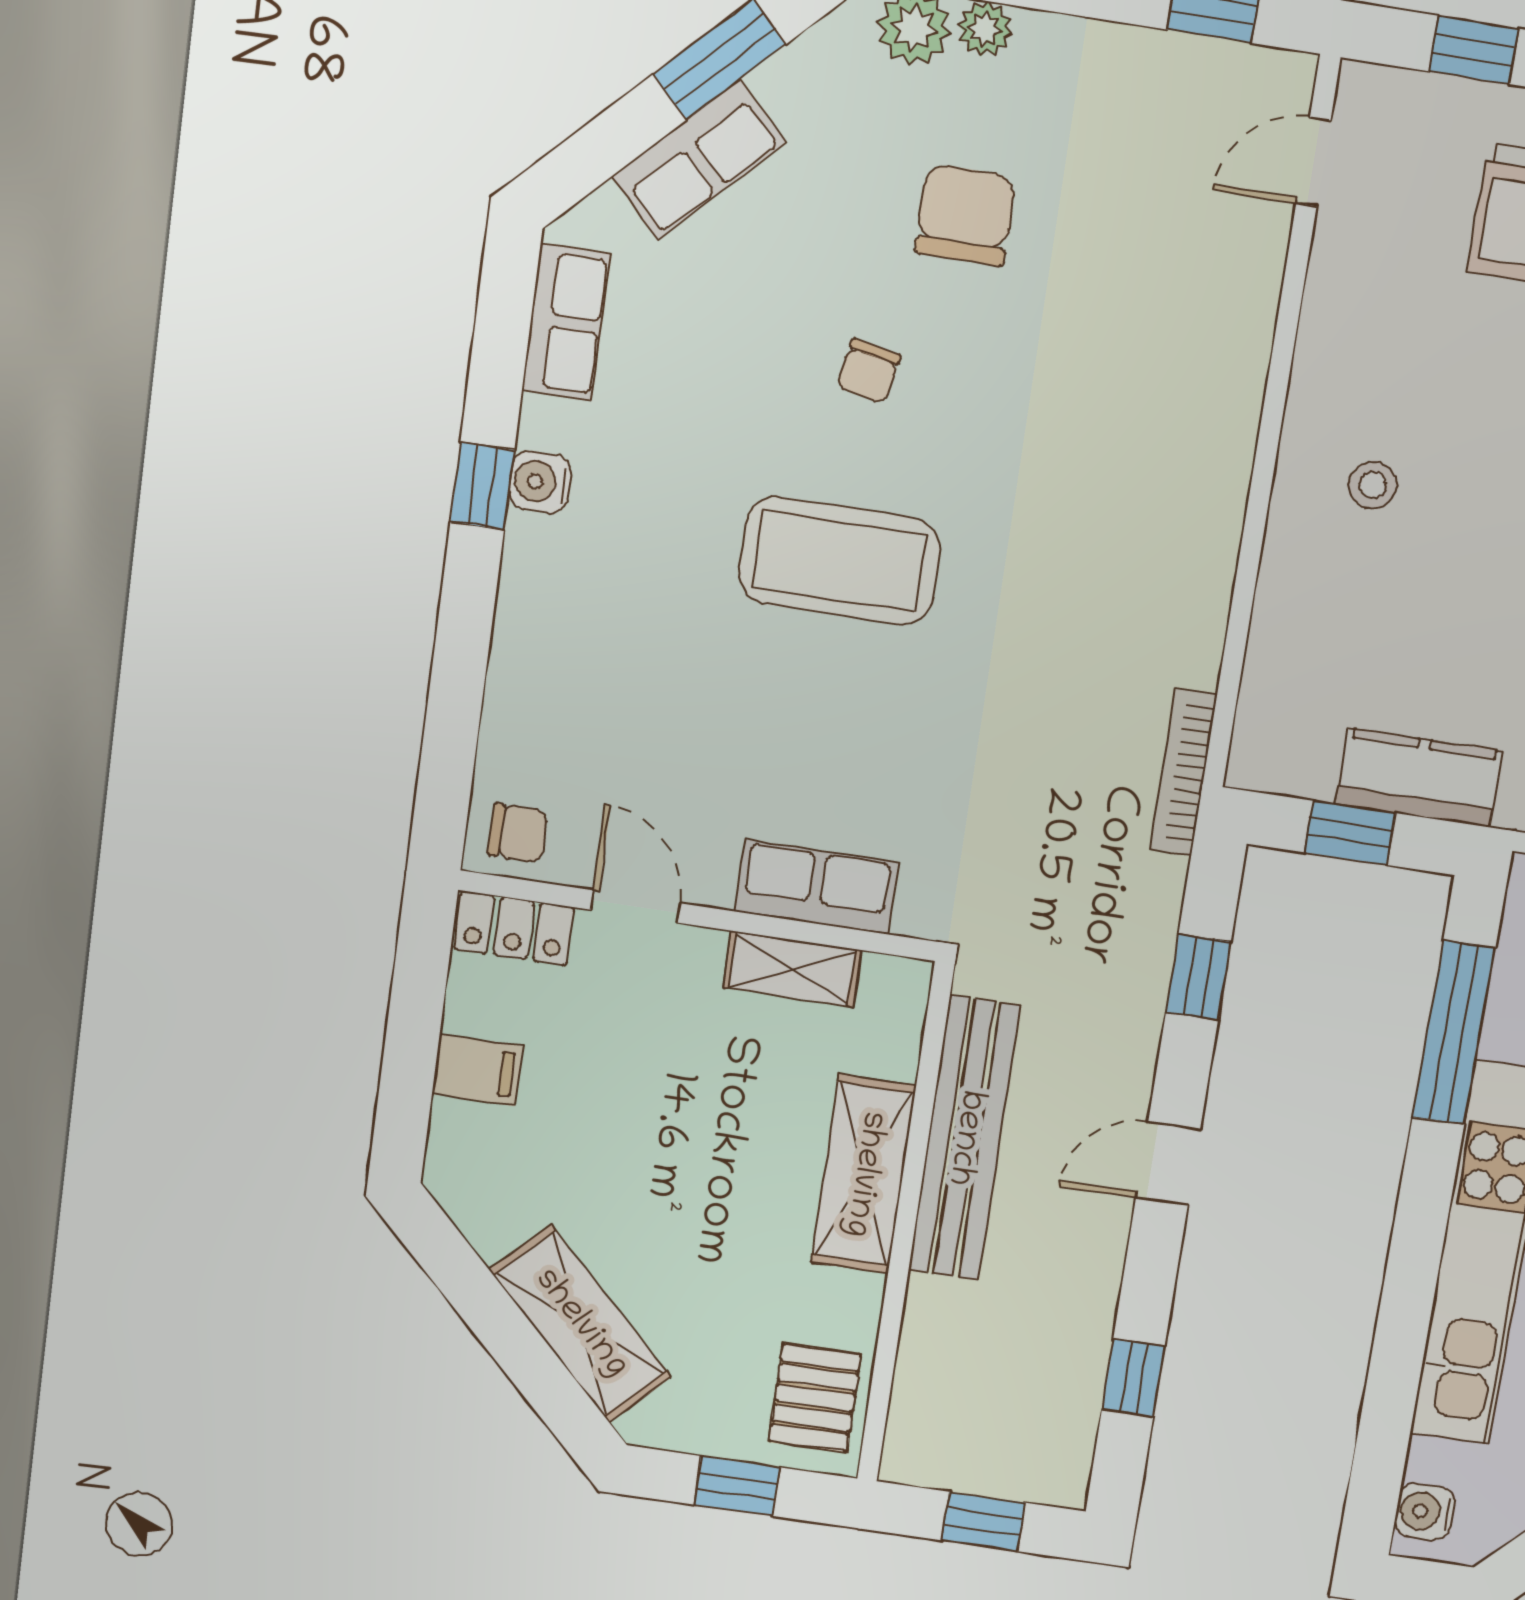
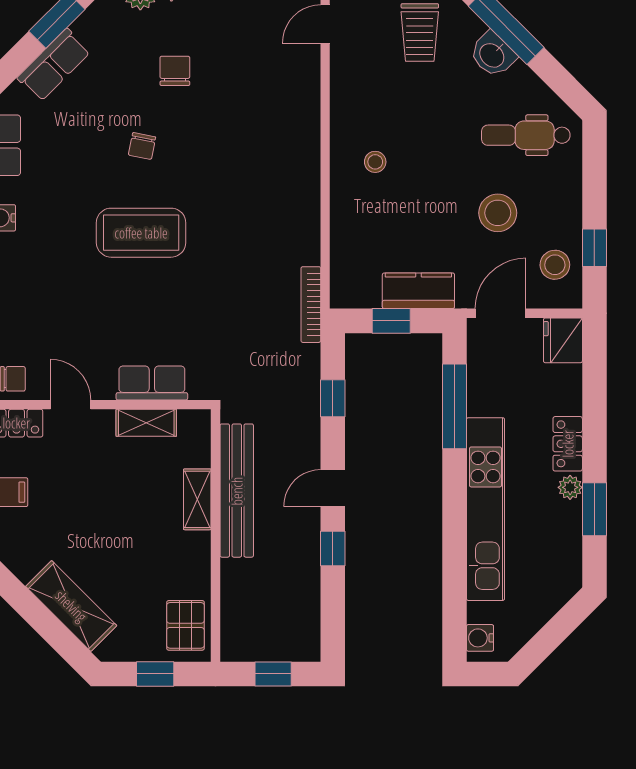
chair: (965, 215) -> (175, 71), width x0.73, depth x0.73
shelving: (863, 1174) -> (197, 499), width x0.67, depth x0.75
window: (1133, 1378) -> (333, 549), moved

